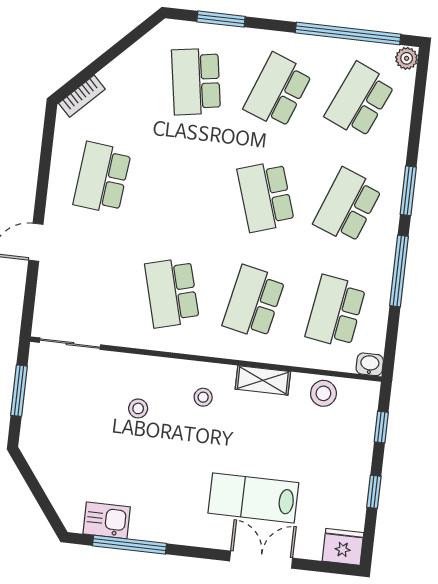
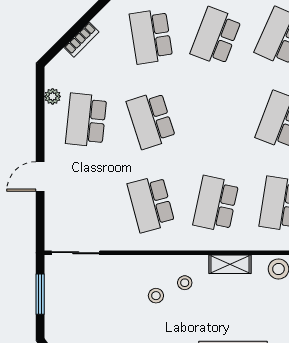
bookcase: (82, 96) -> (81, 40), moved
plant: (63, 143) -> (53, 96), added
school desk: (266, 196) -> (151, 120), moved
stool: (138, 408) -> (156, 296), moved

